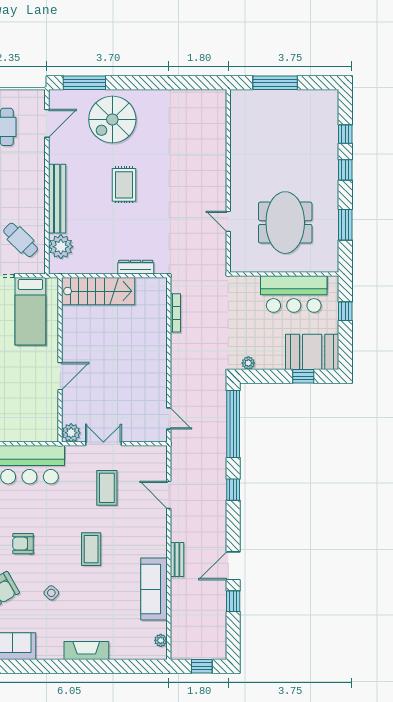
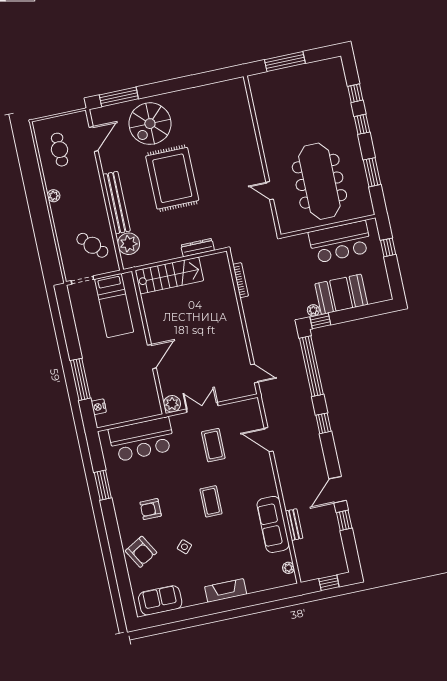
rug: (124, 185) -> (172, 178), width x1.86, depth x2.06
meeting table: (285, 223) -> (319, 181), width x1.36
booth: (312, 352) -> (341, 294), moved
window: (303, 376) -> (320, 321), moved
bench: (177, 559) -> (294, 525), moved

